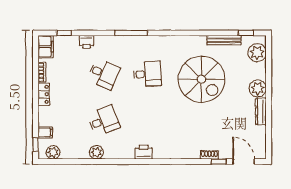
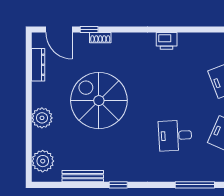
window: (246, 33) -> (118, 185), moved
spiral stairs: (201, 79) -> (99, 101), moved
dresser: (261, 112) -> (38, 65), moved
printer: (144, 152) -> (167, 41), moved

